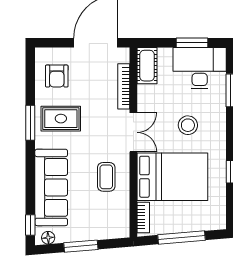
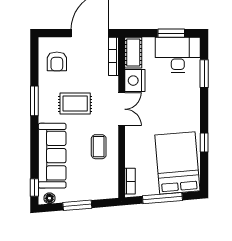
bookcase: (124, 86) -> (114, 56), moved
nightstand: (149, 99) -> (135, 81), added
rug: (61, 119) -> (75, 104), moved
stool: (188, 125) -> (168, 103), removed
bed: (172, 177) -> (177, 163), moved, turned -95

